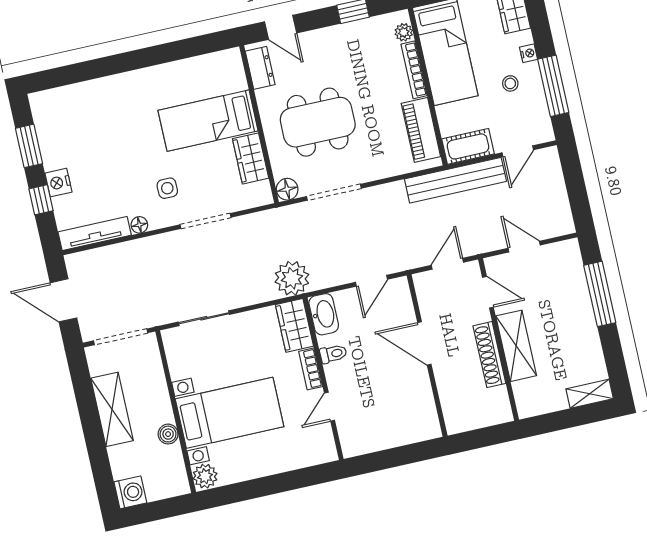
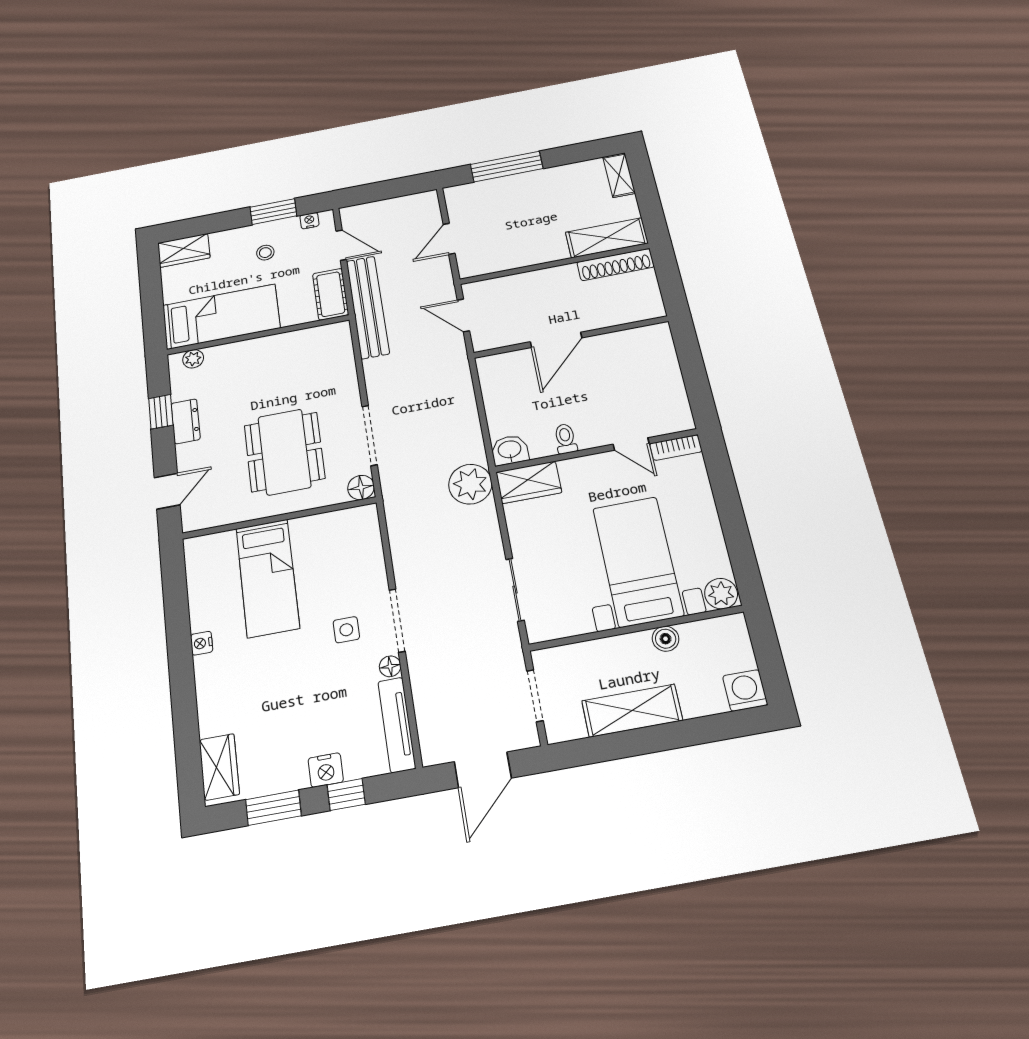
nightstand: (529, 53) -> (309, 221), moved
dresser: (260, 68) -> (186, 421), moved, turned 90
bookcase: (414, 70) -> (237, 349), removed
nightstand: (153, 74) -> (202, 643), added
window: (553, 86) -> (273, 212), width x0.69
piano: (421, 130) -> (306, 342), removed
wardrobe: (251, 158) -> (219, 767), moved, turned -90
doorway: (206, 221) -> (397, 620), moved
door: (371, 281) -> (479, 396), removed
door: (488, 292) -> (499, 274), removed
washbasin: (324, 314) -> (510, 450), width x0.72
doorway: (121, 337) -> (535, 696), width x0.73
shelving: (516, 346) -> (607, 238), moved
shoe rack: (489, 355) -> (616, 265), moved
bookcase: (311, 369) -> (676, 448), moved

